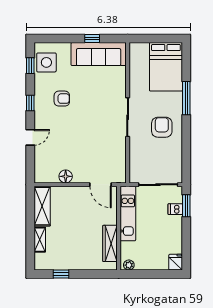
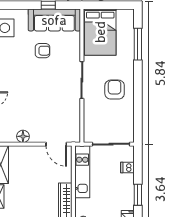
bed: (166, 67) -> (100, 32), moved
window: (186, 98) -> (138, 44), moved
armchair: (62, 99) -> (43, 51), moved
window: (186, 206) -> (138, 195), moved

